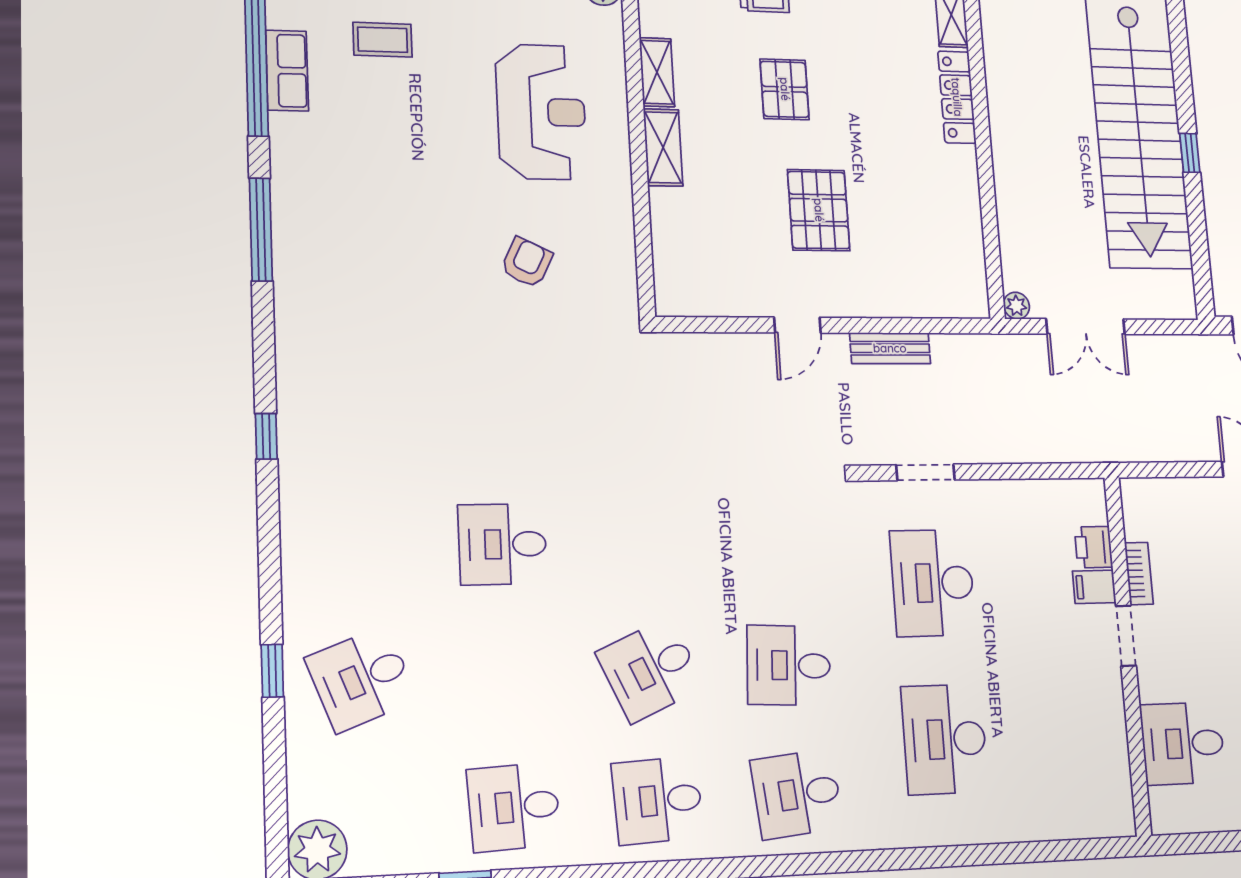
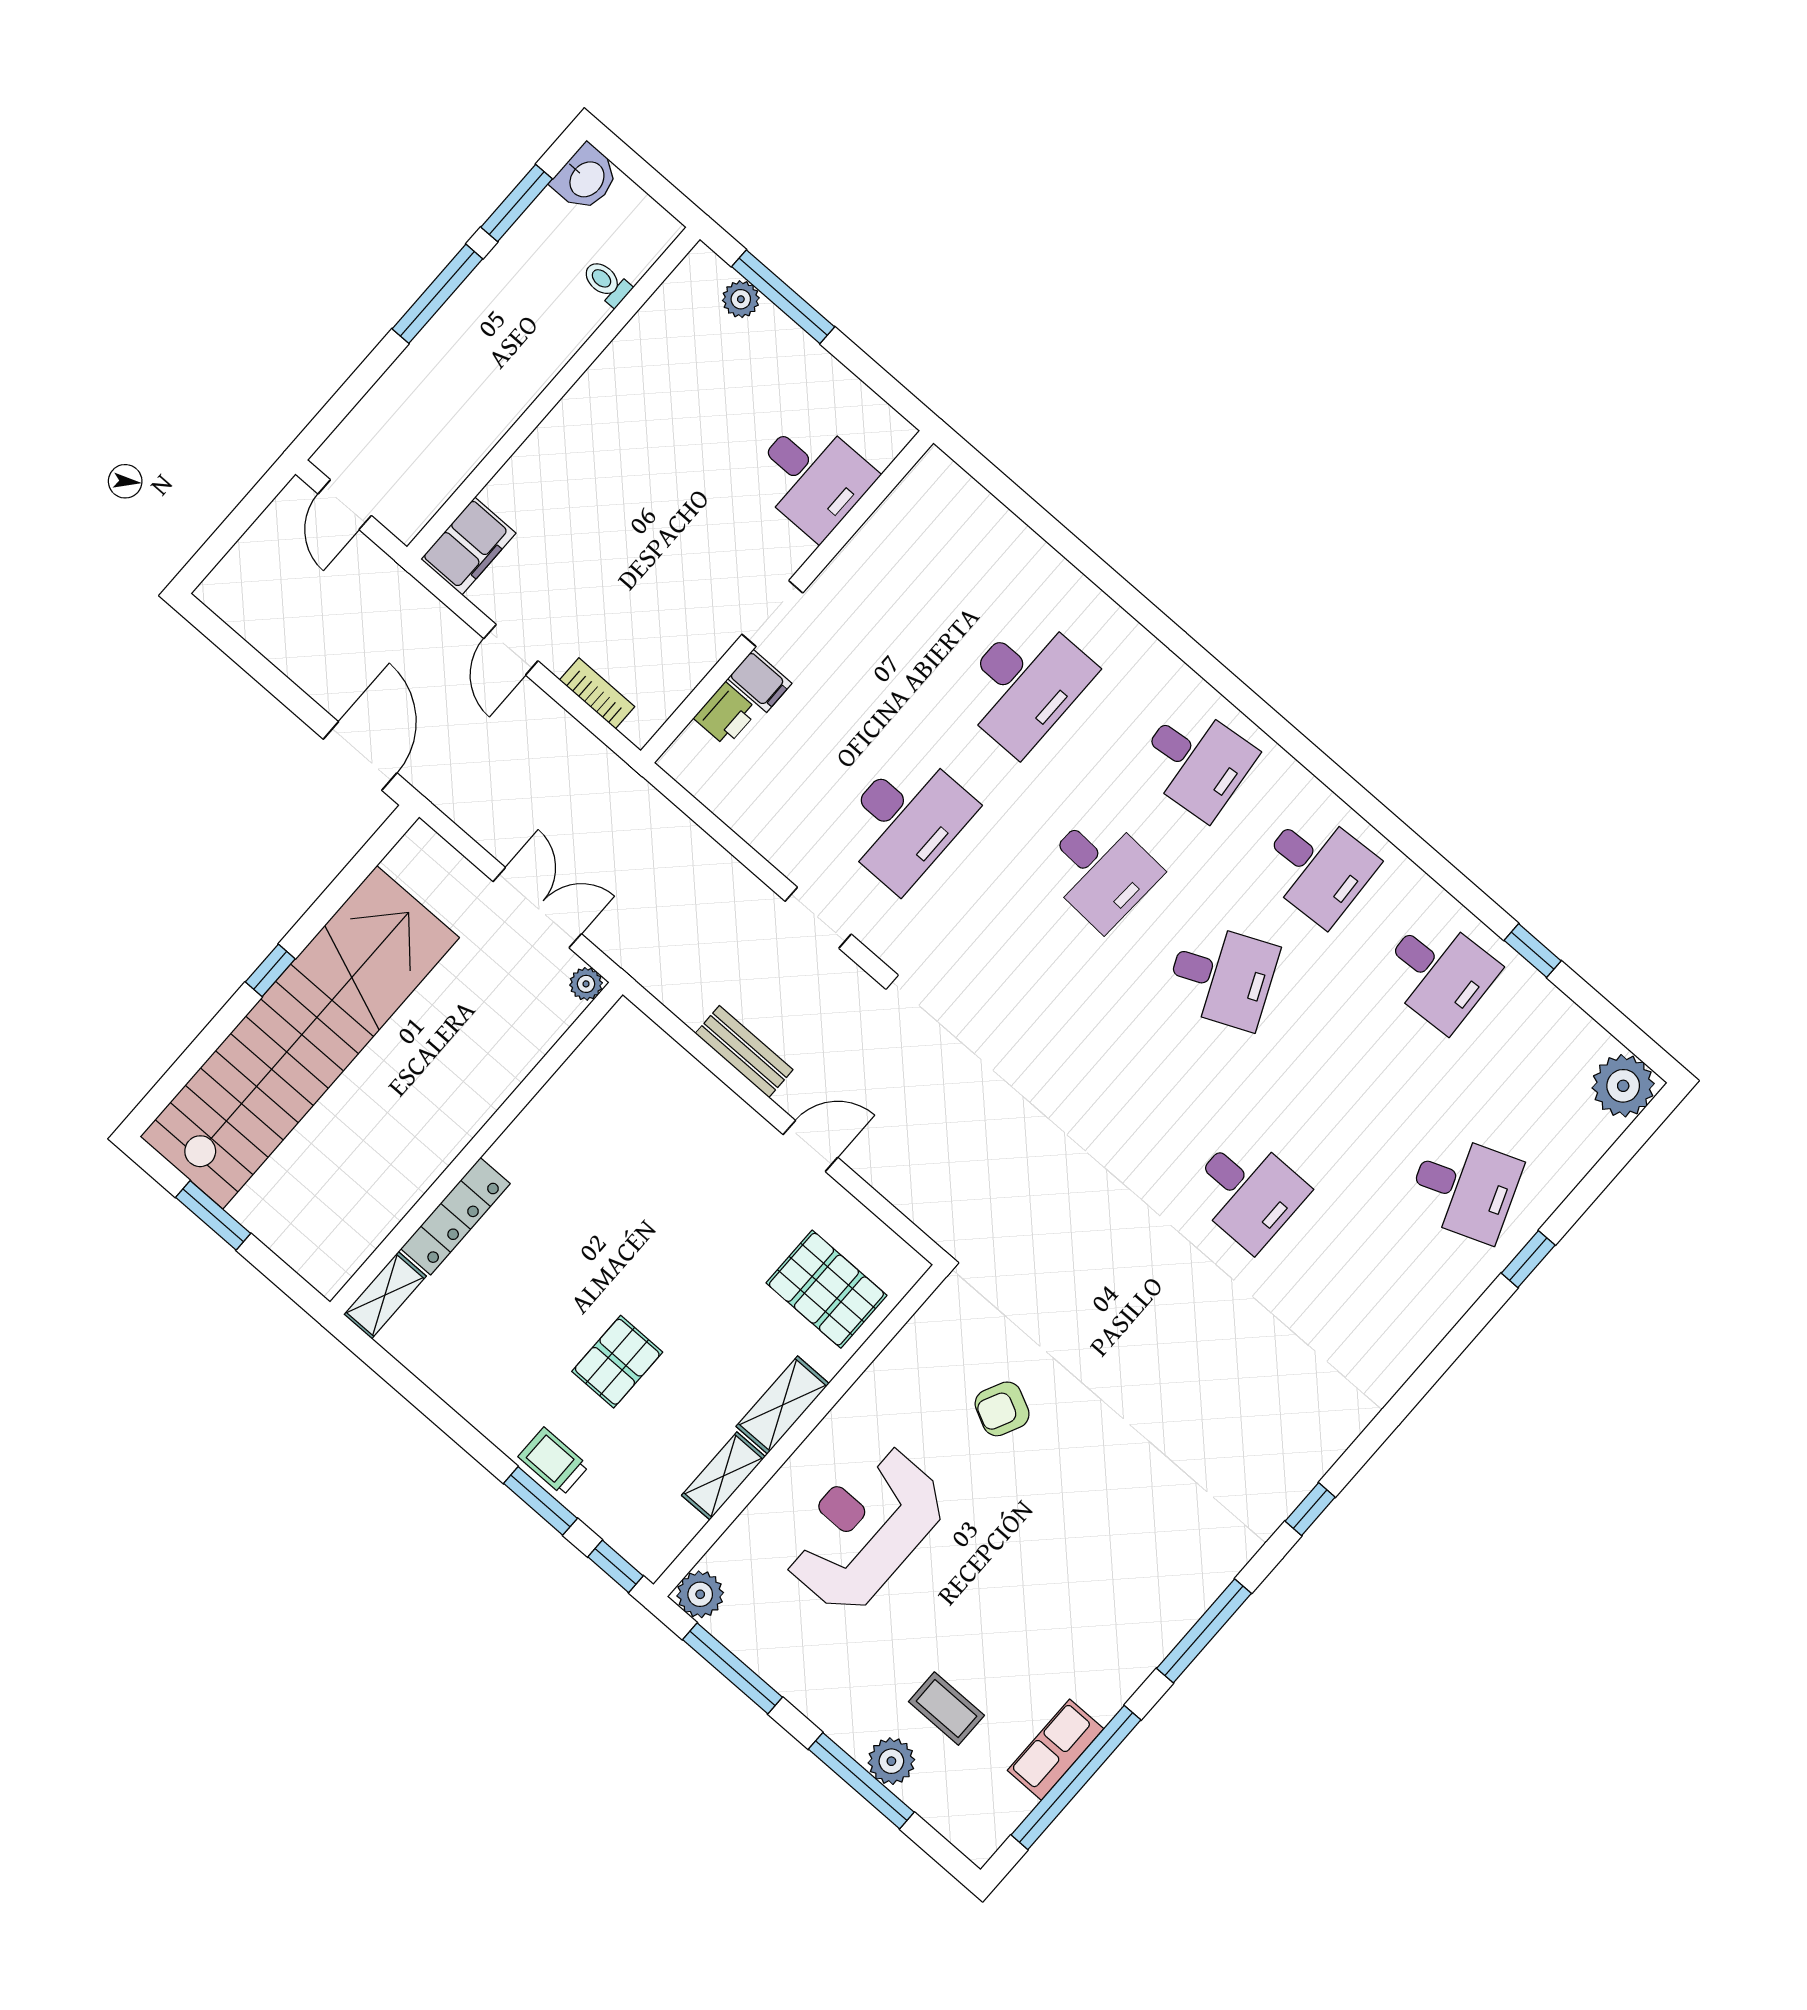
pallet: (819, 210) -> (826, 1289), moved, turned 90
window: (266, 436) -> (1310, 1509), moved
bookcase: (1139, 573) -> (597, 693), moved, turned 90

